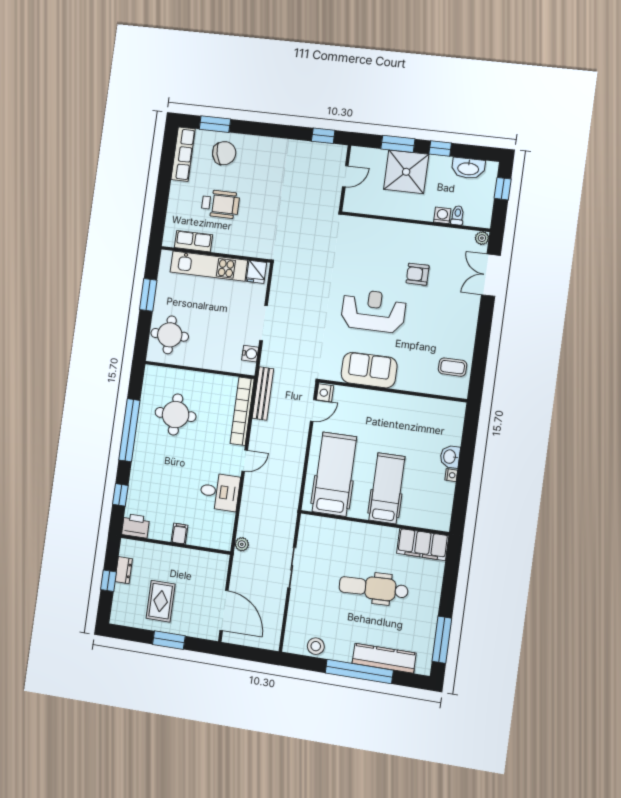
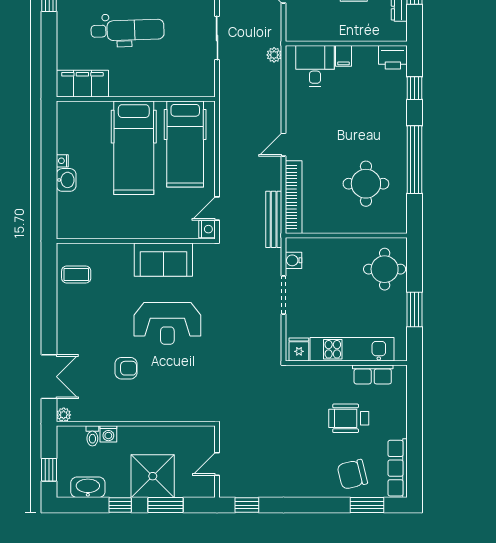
hospital bed: (387, 488) -> (134, 148), width x1.37, depth x1.29
desk: (220, 492) -> (315, 66), moved, turned 90

